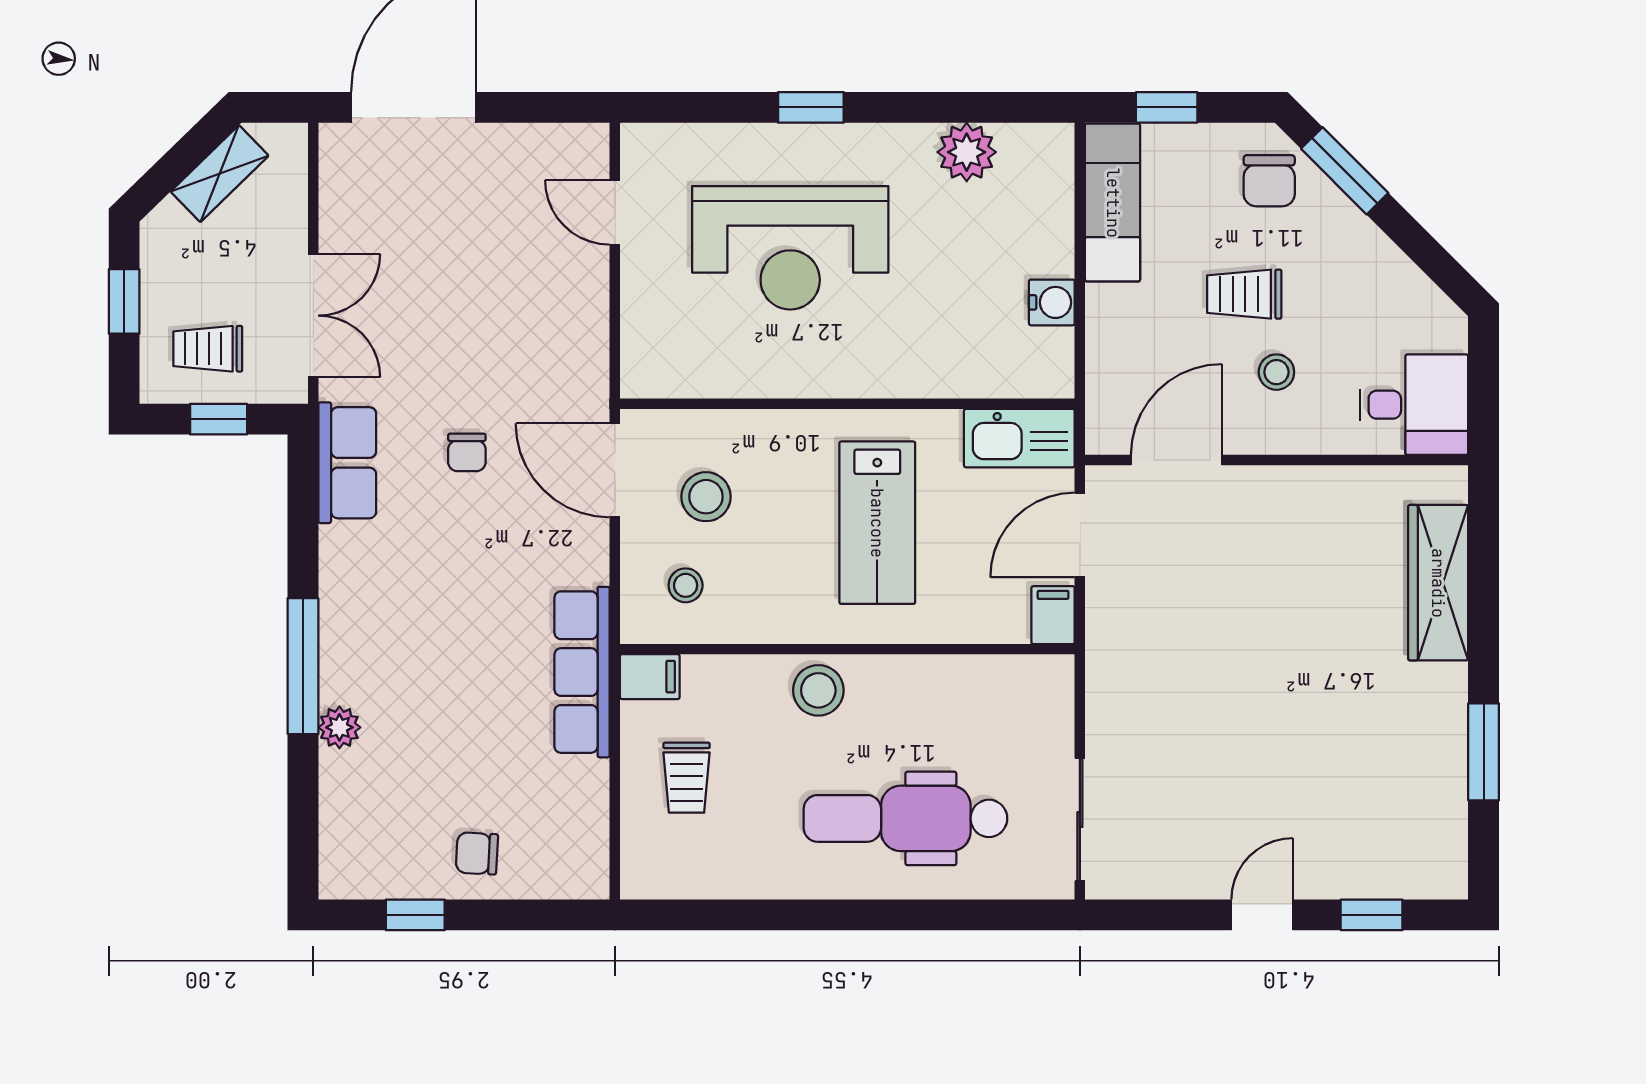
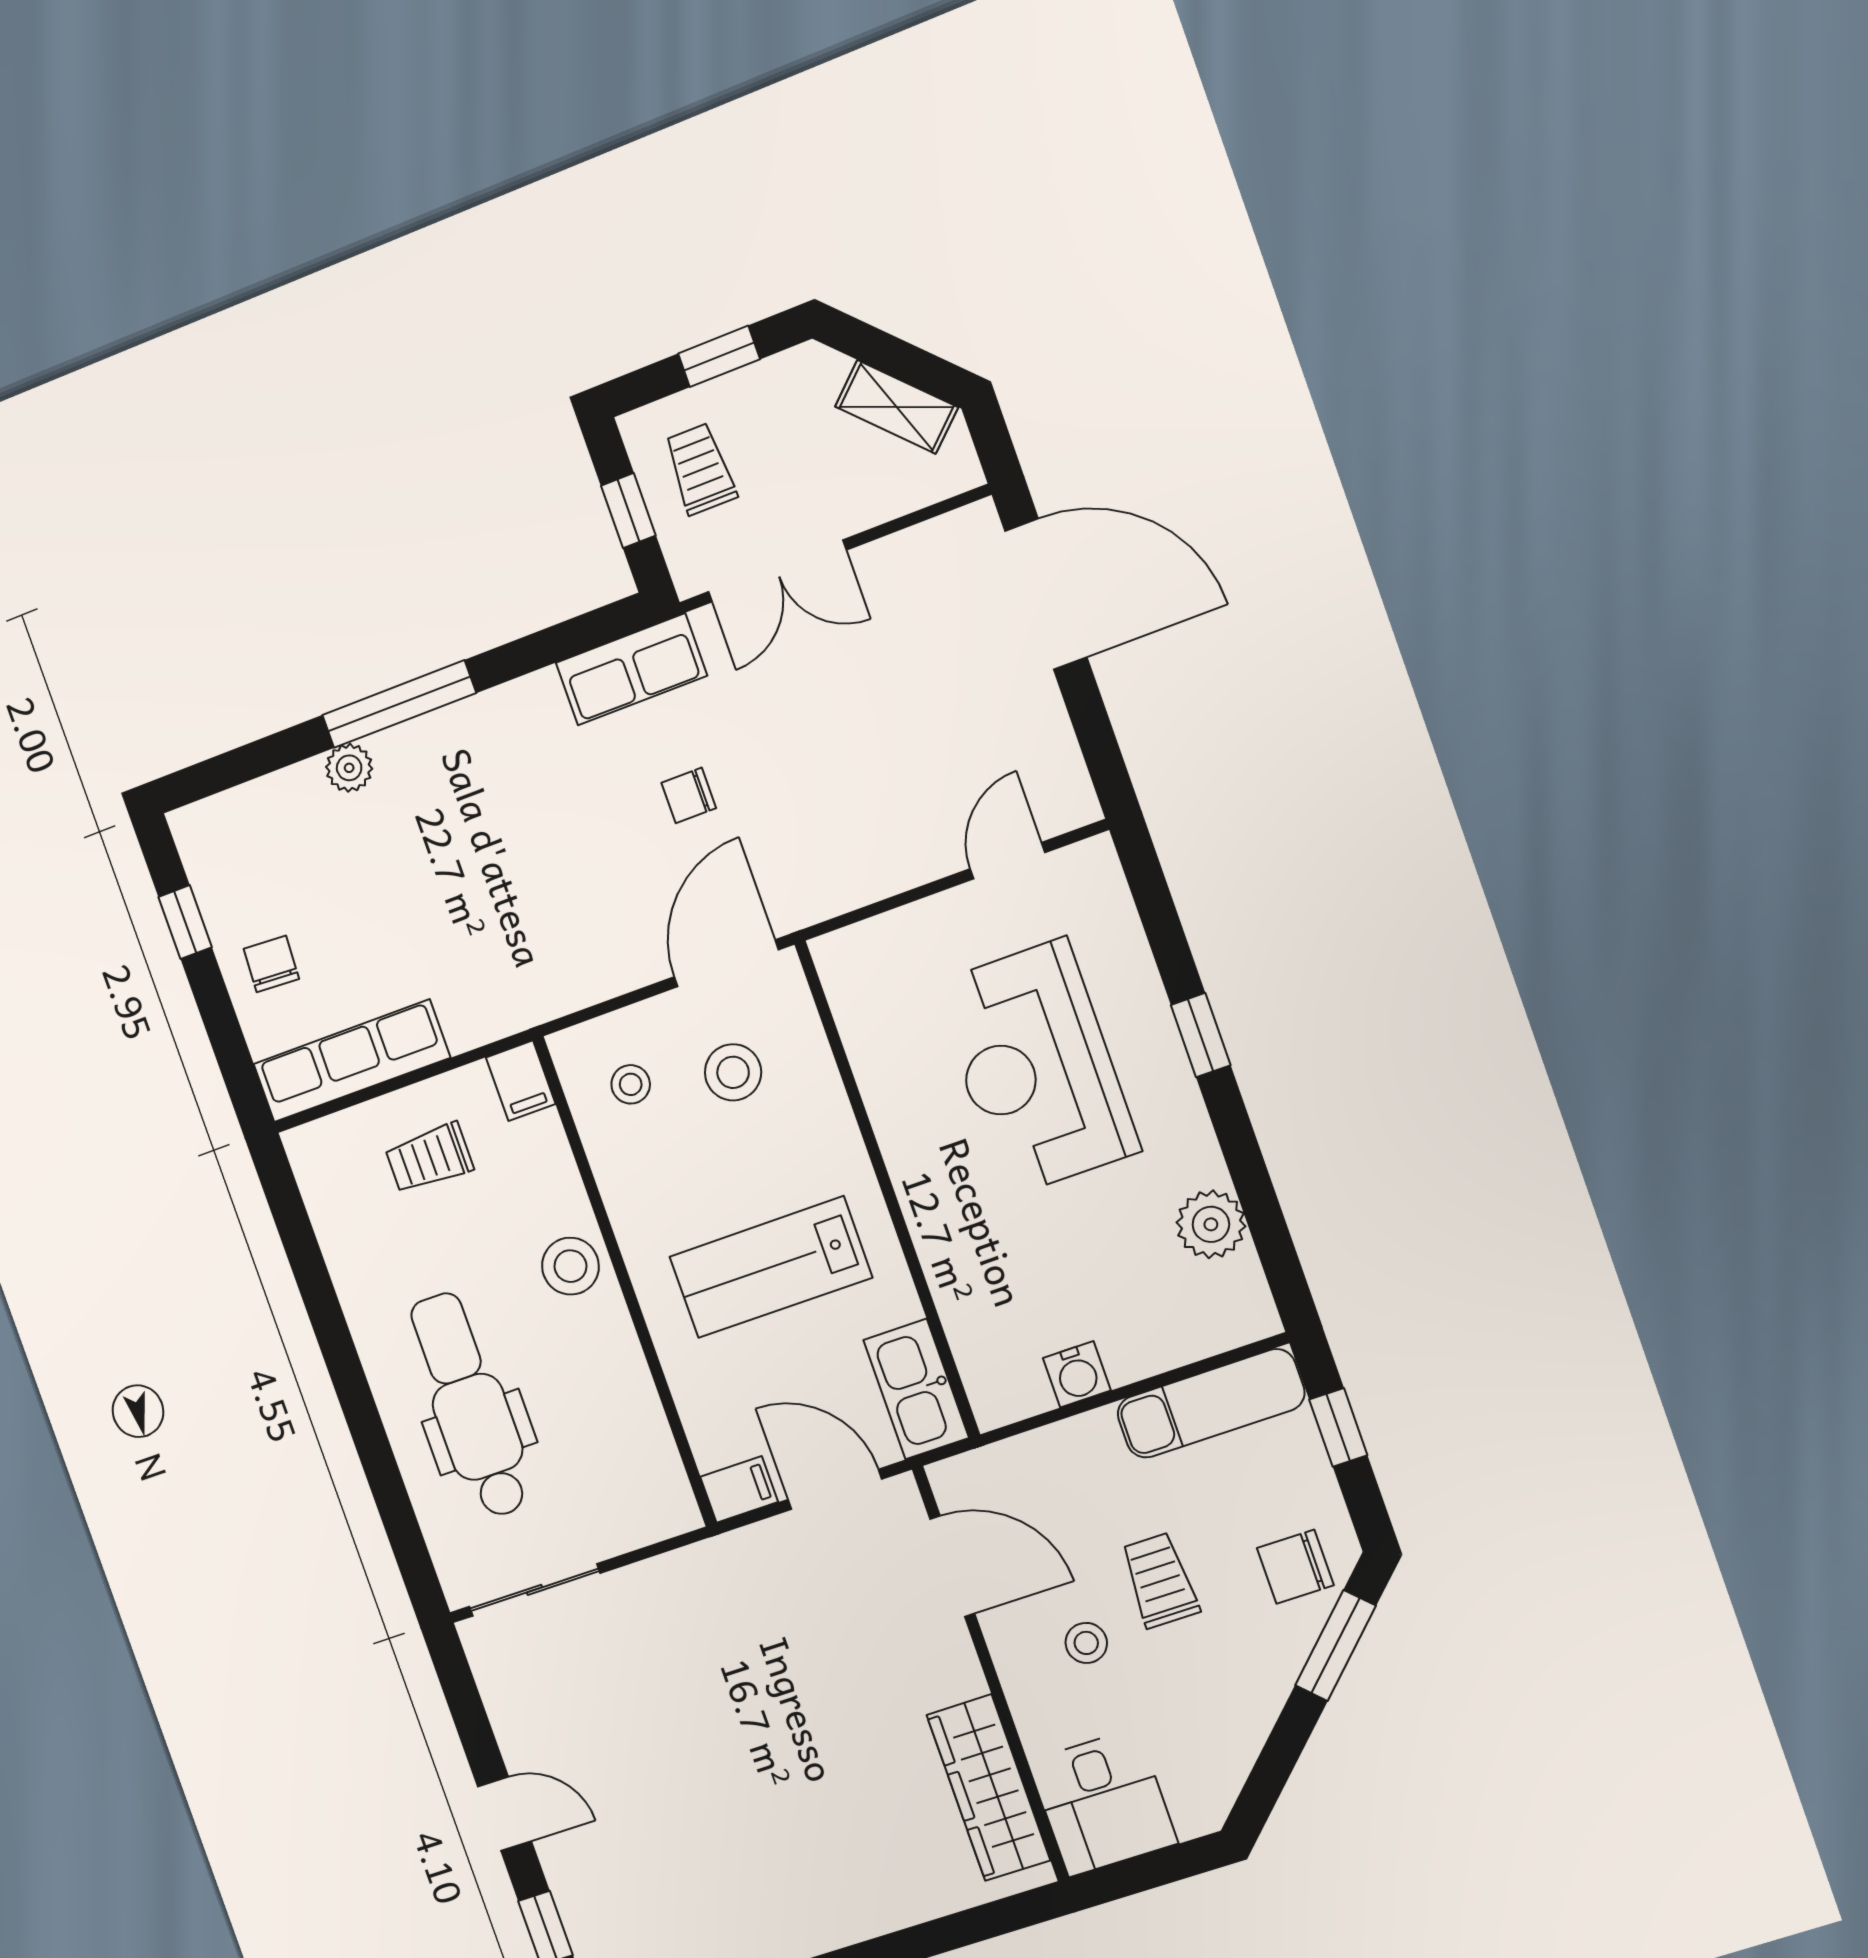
wardrobe: (1438, 583) -> (988, 1788), moved, turned -90
row of seats: (582, 672) -> (352, 1061), moved

